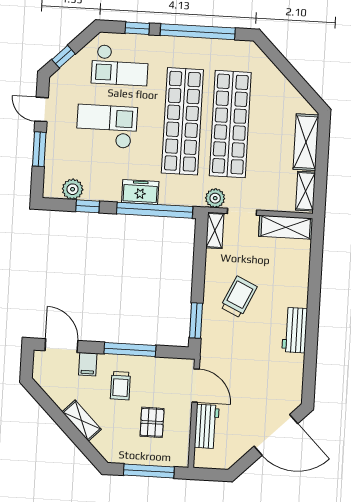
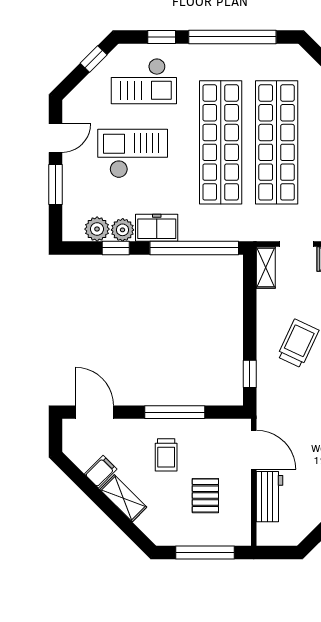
window: (63, 57) -> (94, 59), moved
door: (42, 109) -> (56, 138), swing flipped
freezer: (140, 192) -> (157, 228), moved
plant: (215, 198) -> (123, 230), moved
window: (196, 321) -> (250, 374), width x0.67
filing cabinet: (88, 364) -> (101, 472), moved, turned -135

